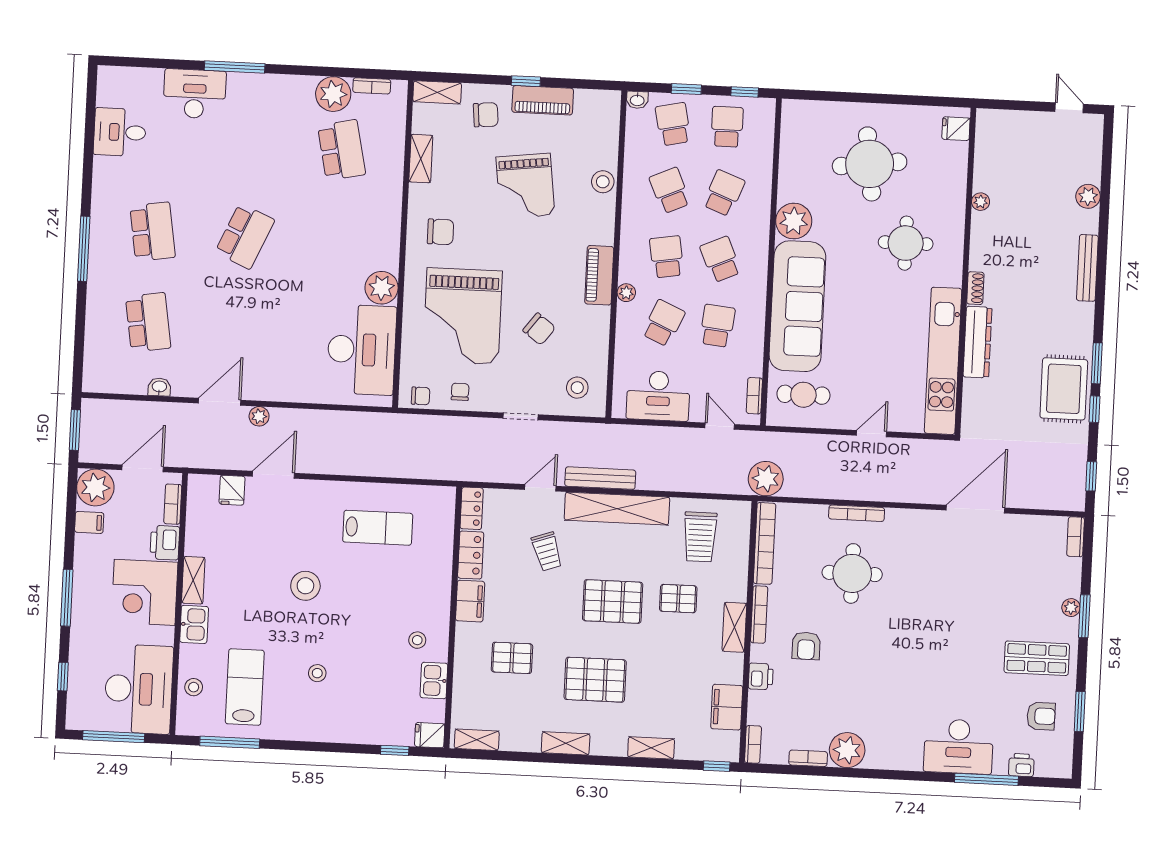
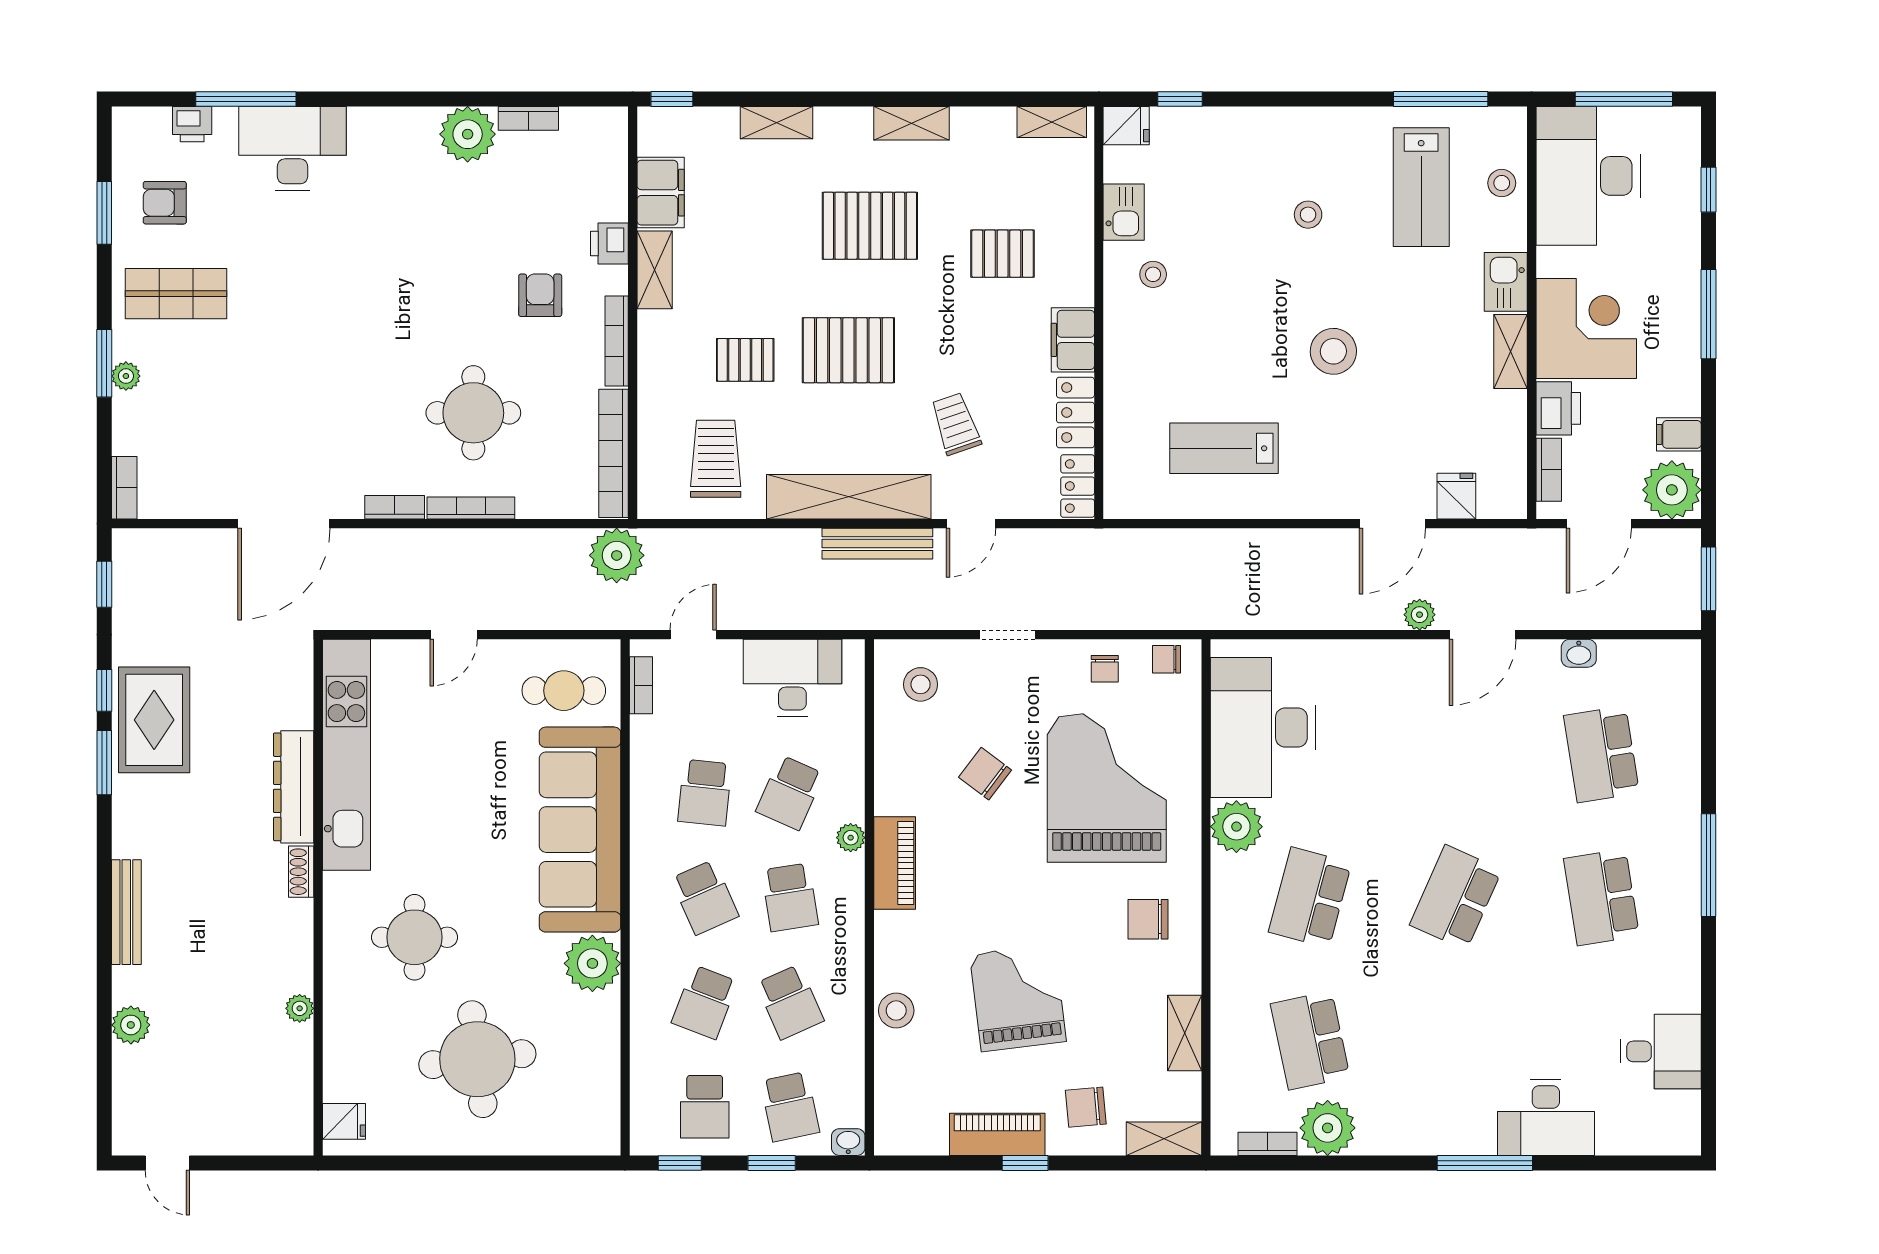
school desk: (337, 241) -> (1310, 897), added
door: (720, 426) -> (693, 635), swing flipped
shelving: (734, 627) -> (655, 270), moved
bookcase: (753, 744) -> (395, 507), moved, turned 90

